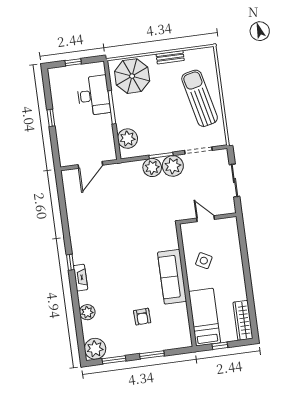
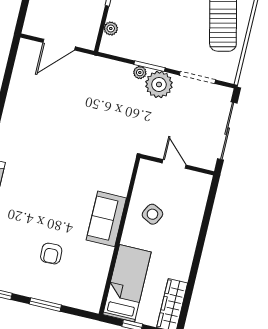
plant: (128, 139) -> (111, 28), width x0.53, depth x0.53
plant: (152, 168) -> (140, 73), width x0.53, depth x0.53
sliding door: (234, 181) -> (227, 131), width x1.37
sofa: (172, 277) -> (106, 219), width x0.73

